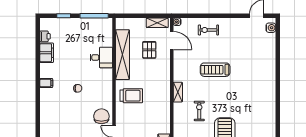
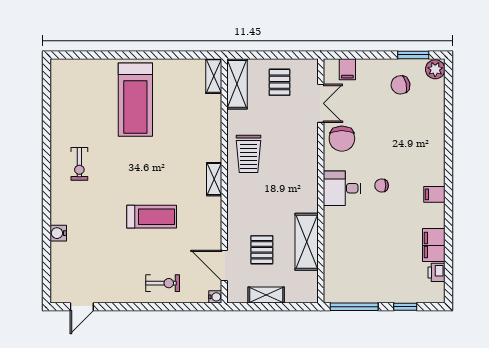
shelving: (157, 23) -> (266, 295), moved
water cooler: (271, 28) -> (58, 233), moved
shelving: (123, 55) -> (307, 242), width x0.68
desk: (101, 57) -> (342, 188), moved
trolley: (131, 96) -> (249, 154), moved, turned -90
exercise bike: (199, 111) -> (79, 164), moved

